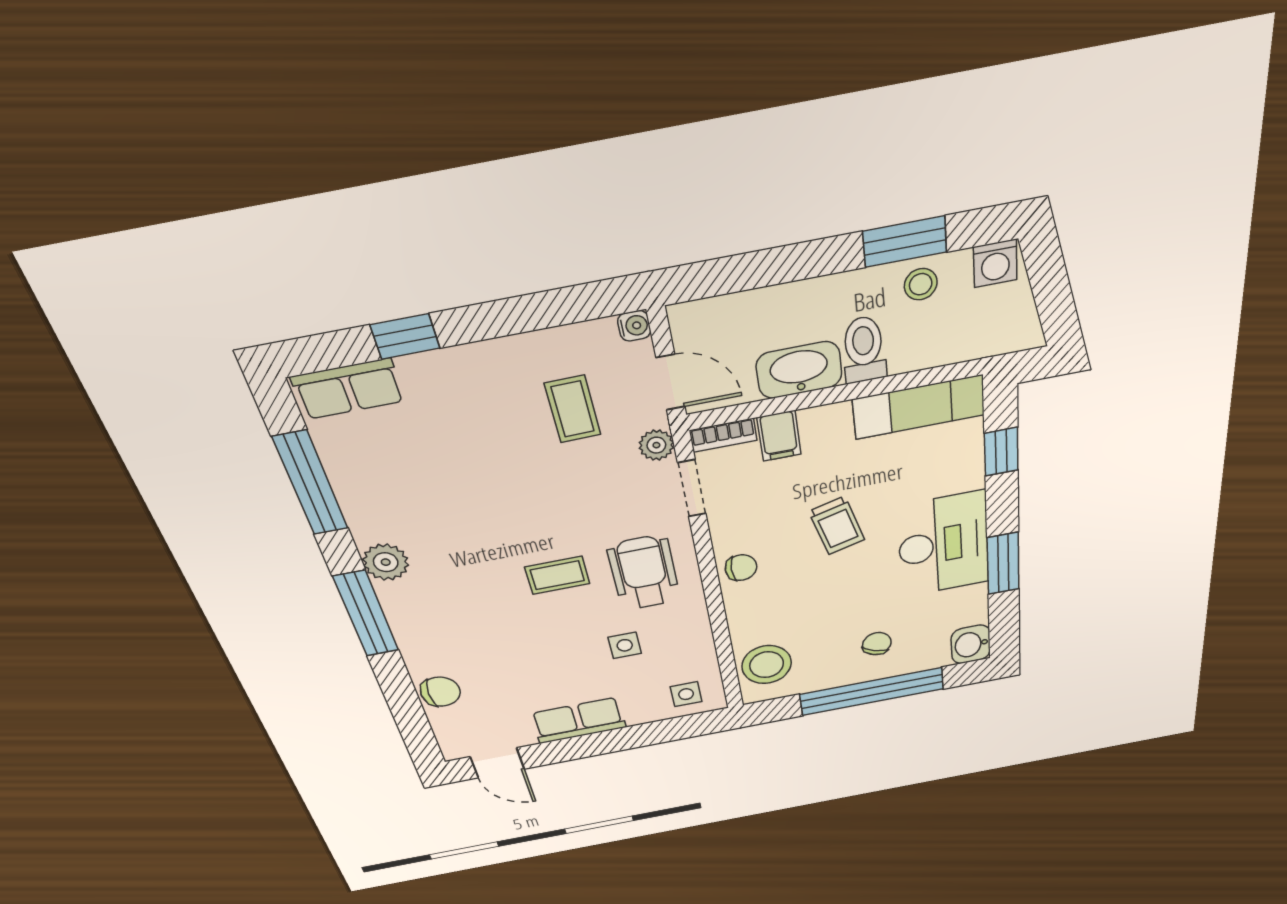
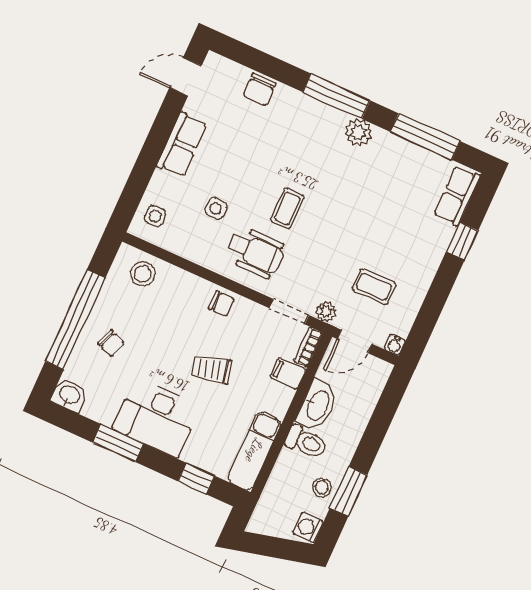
chair: (741, 568) -> (221, 304), turned -90
stool: (767, 665) -> (143, 274), width x0.73, depth x0.73

